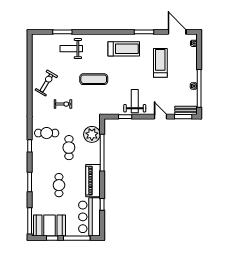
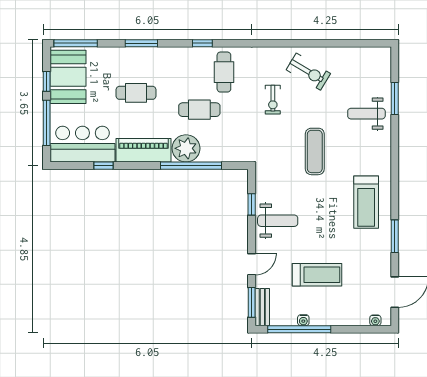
weight bench: (71, 49) -> (366, 114), turned -90
treadmill: (160, 63) -> (317, 275), moved
plant: (92, 134) -> (186, 148), moved

